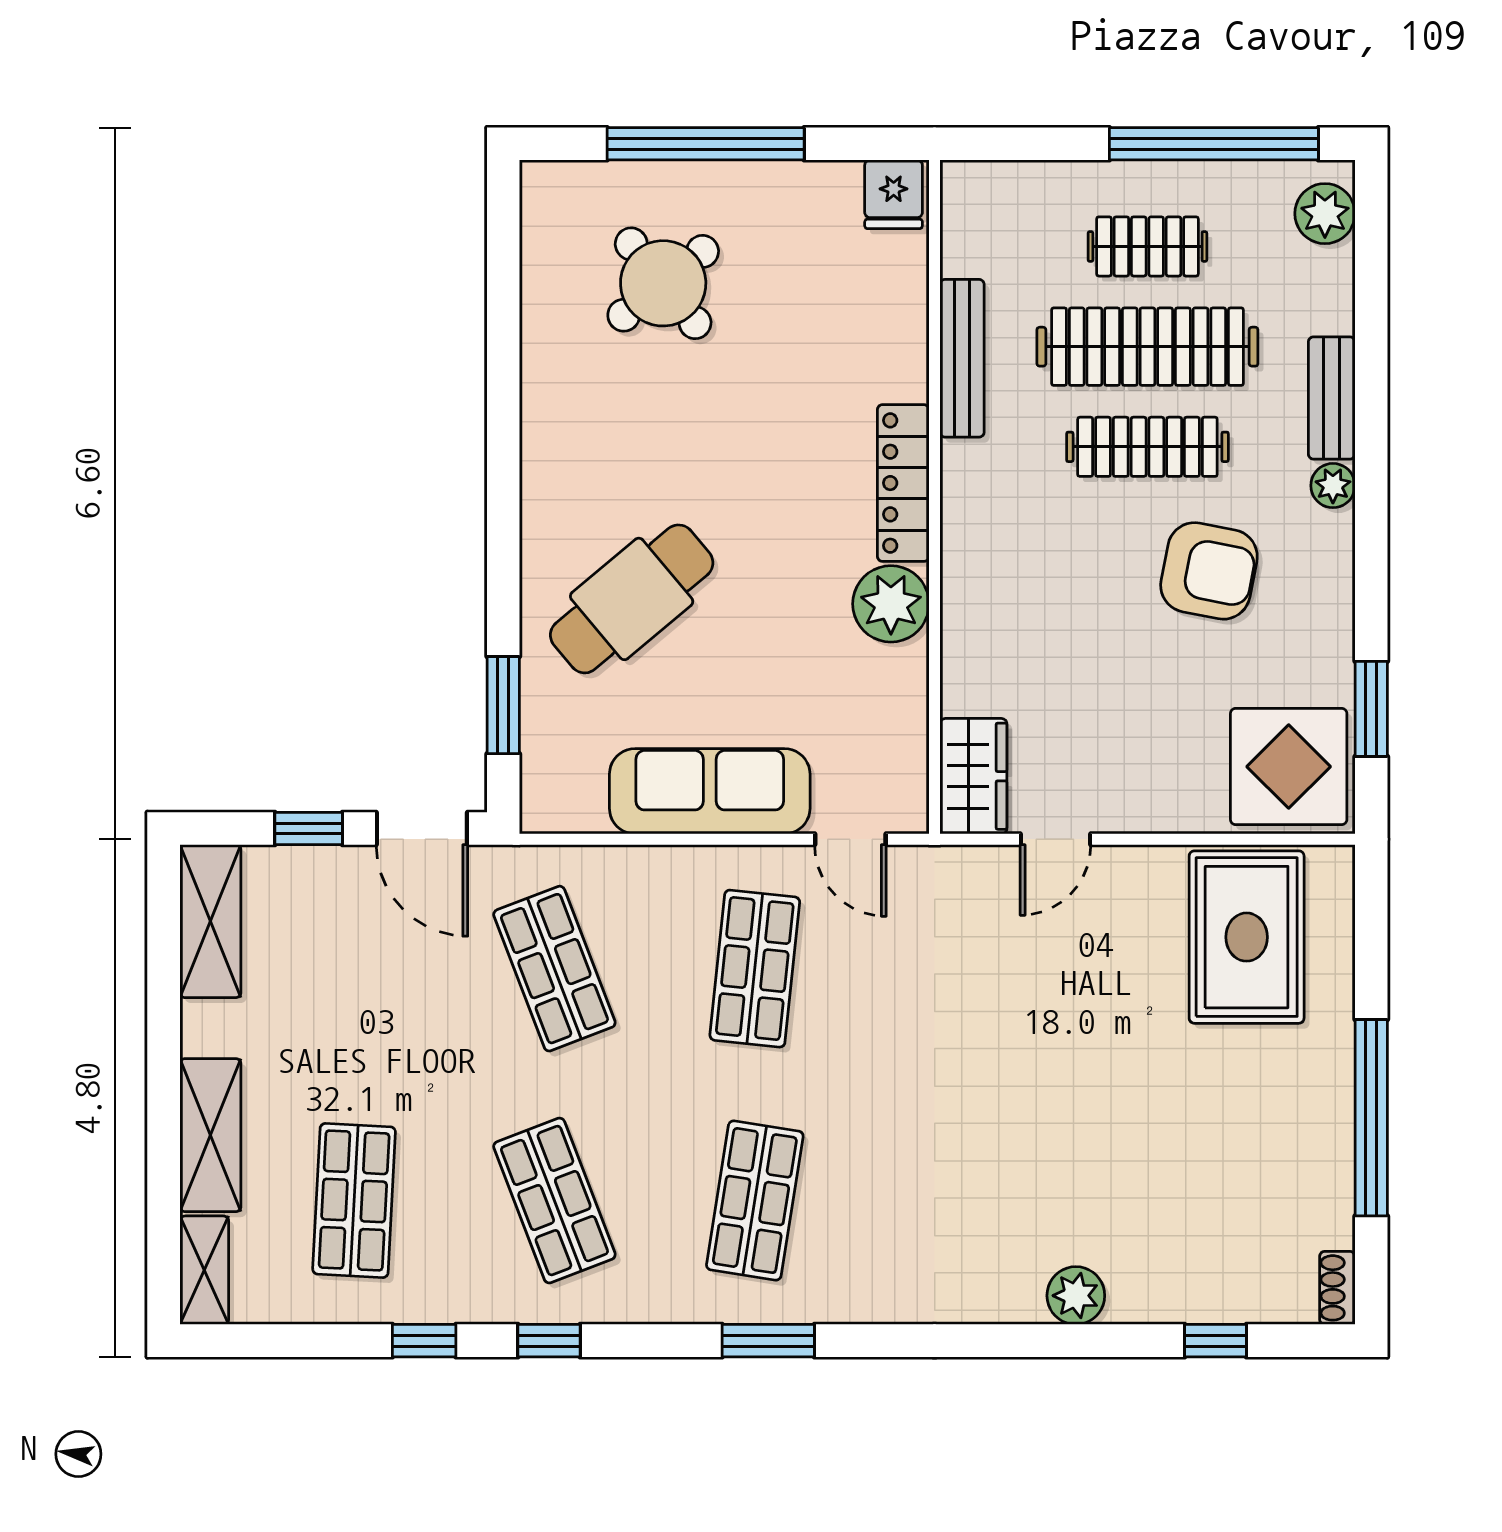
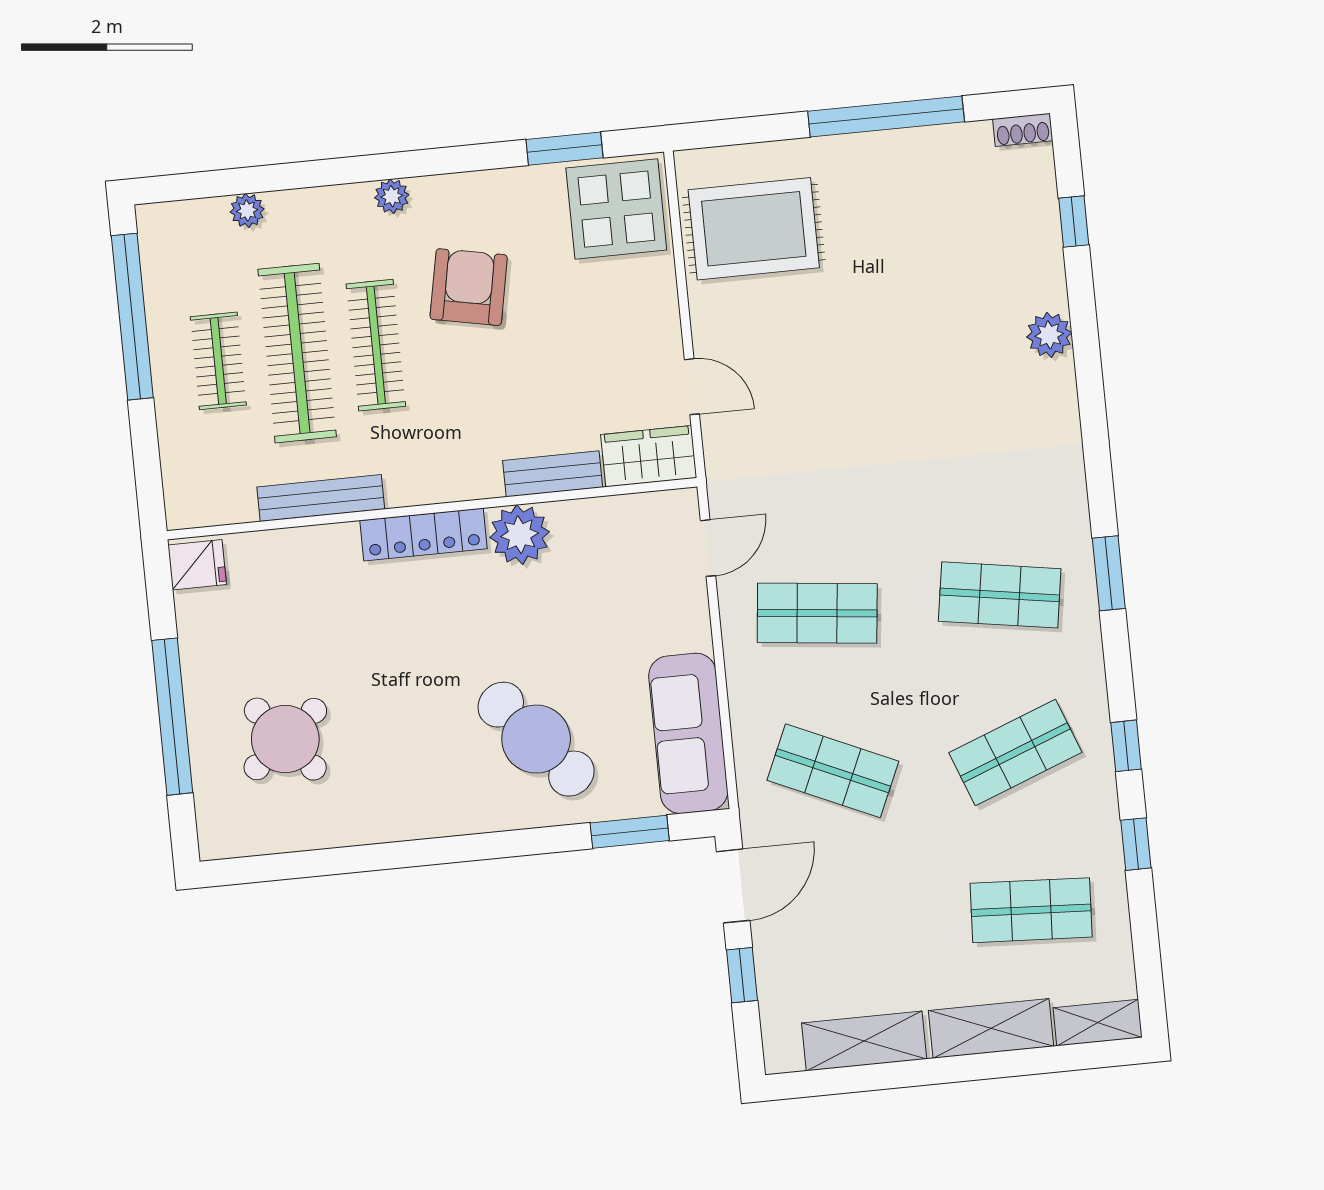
plant: (1325, 214) -> (247, 211), moved, width x0.73, depth x0.73
bench: (1332, 398) -> (553, 474), moved
sofa: (710, 791) -> (688, 733), moved
shelving: (210, 921) -> (864, 1041), moved
shop shelf: (554, 969) -> (833, 771), turned 45

